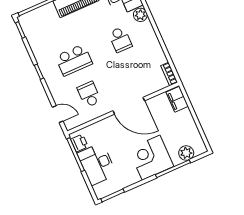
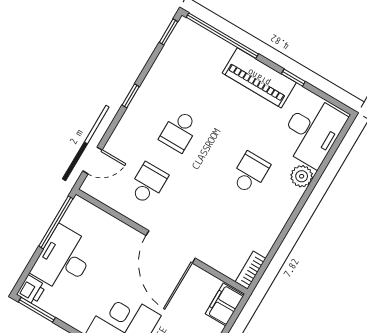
school desk: (120, 40) -> (250, 173), turned 180
school desk: (74, 60) -> (179, 131), width x0.54
door: (58, 114) -> (92, 160), hinge flipped
printer: (79, 143) -> (31, 290), moved

